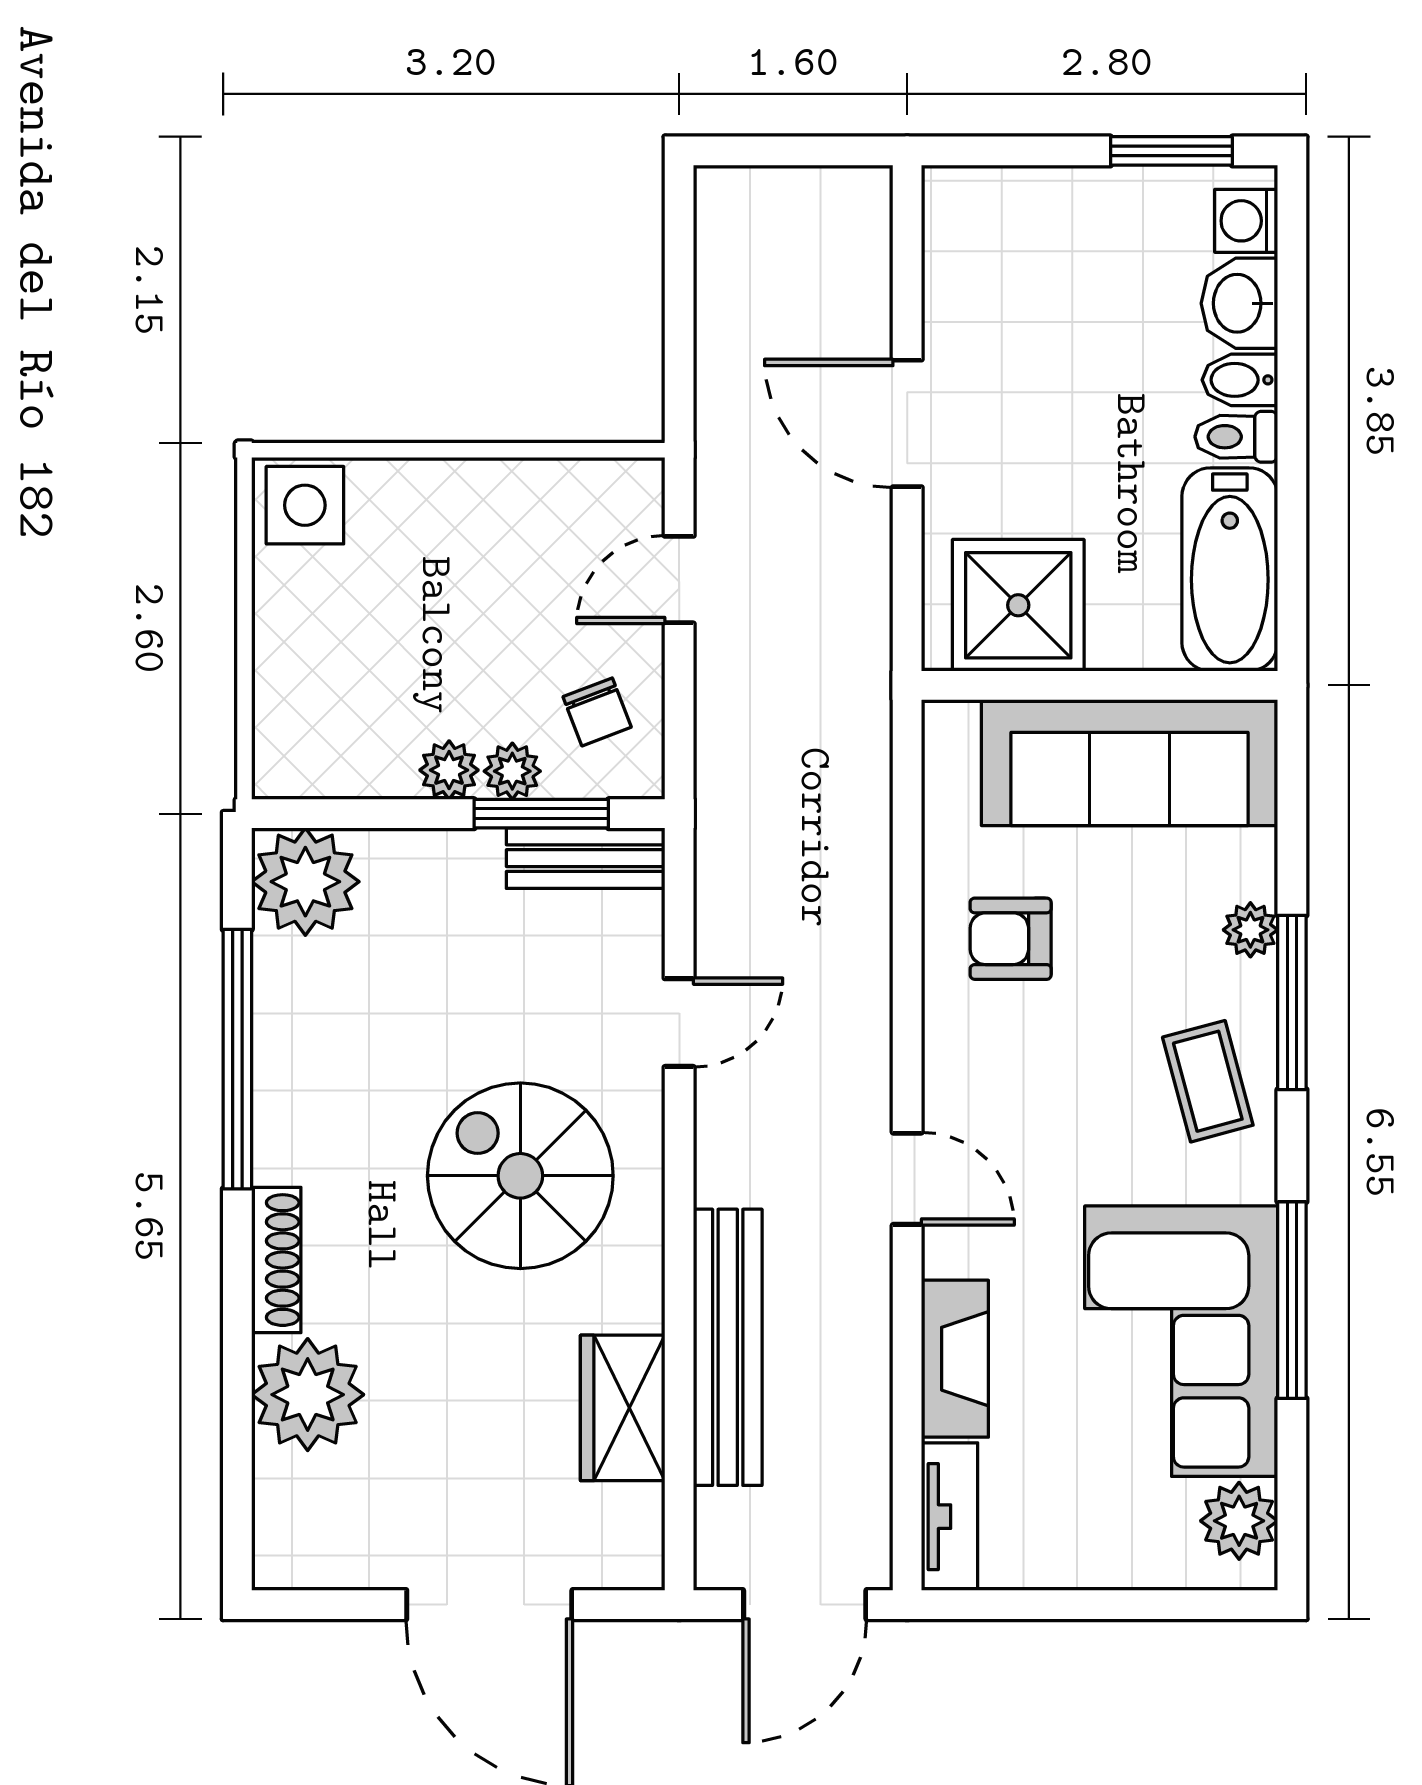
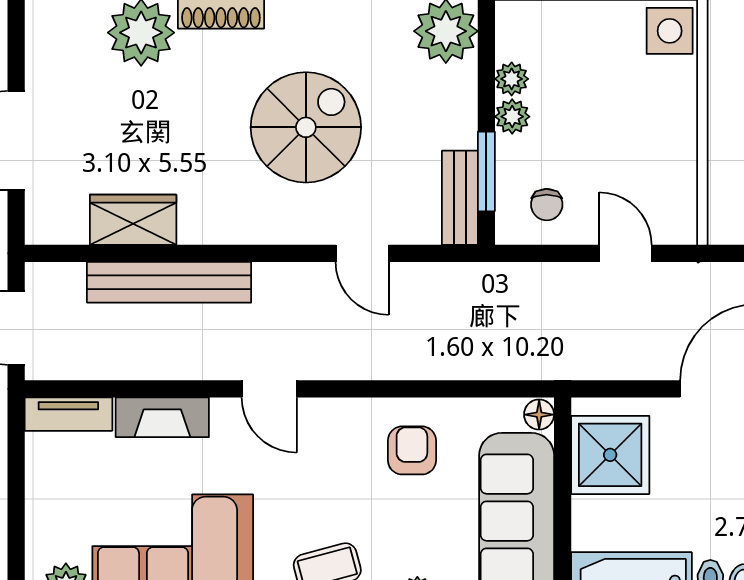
chair: (597, 712) -> (547, 205), turned -69
floor lamp: (950, 725) -> (539, 415), added
plant: (512, 771) -> (512, 79), moved
spiral stairs: (520, 1176) -> (306, 127), moved
door: (907, 1179) -> (269, 389), hinge flipped

